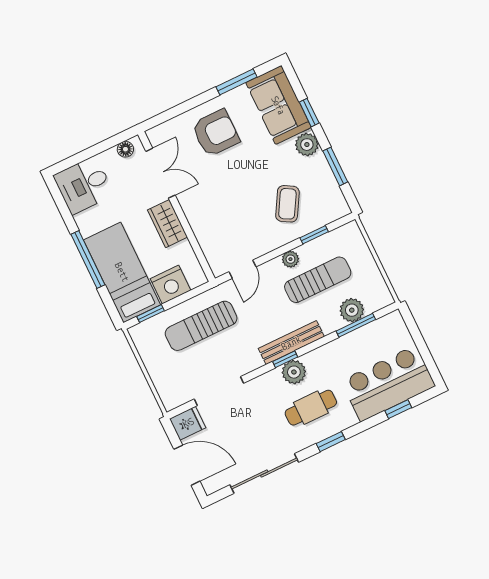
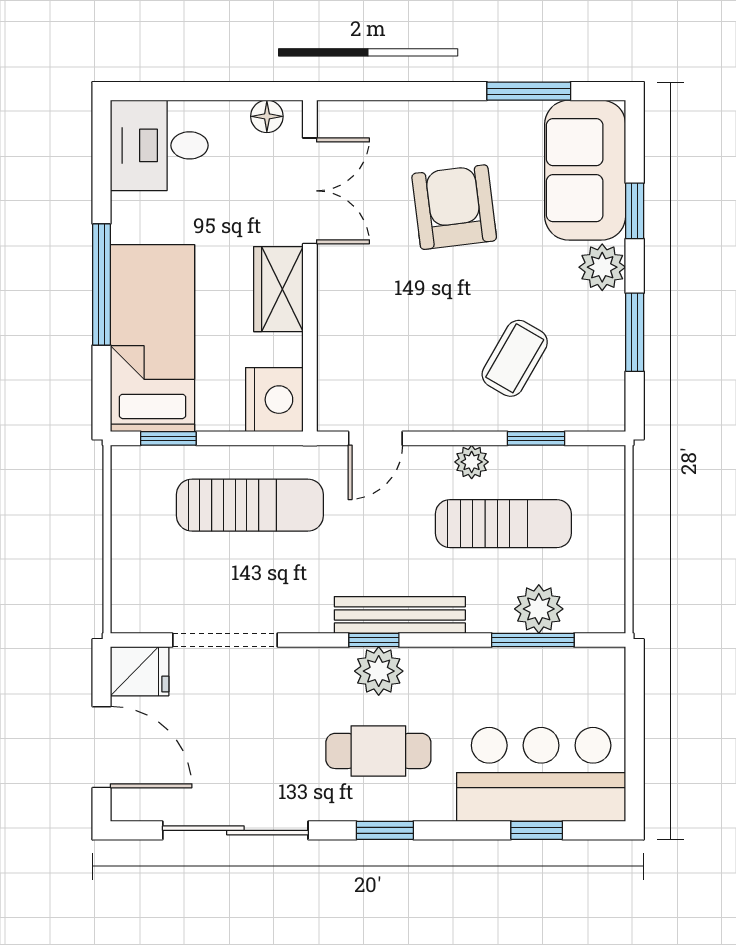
armchair: (216, 133) -> (454, 207), moved, turned -97
nightstand: (170, 285) -> (274, 400), moved, turned -90
sun lounger: (201, 326) -> (250, 505), turned 180

